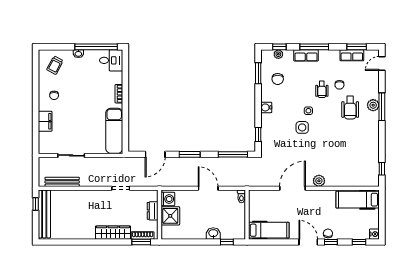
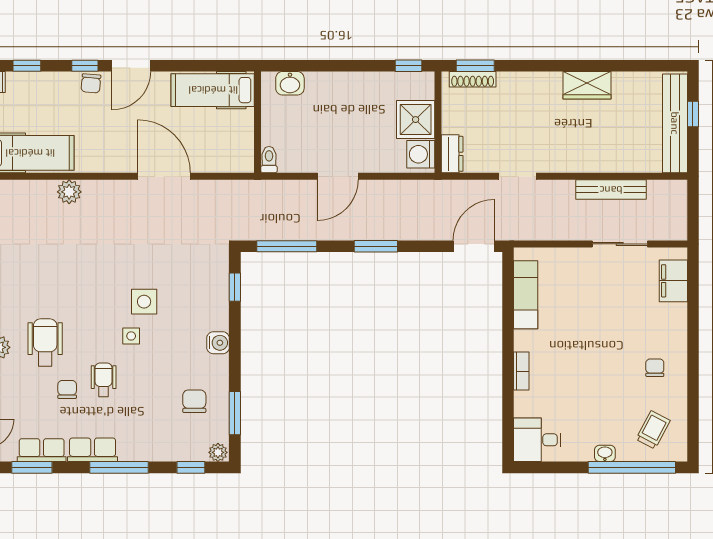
window: (96, 47) -> (632, 467), moved
plant: (278, 54) -> (218, 452), moved
row of seats: (306, 55) -> (93, 450), moved
filing cabinet: (45, 121) -> (673, 281), moved
exam couch: (114, 131) -> (526, 295), width x0.73, depth x0.69
door: (155, 154) -> (474, 246), moved
plant: (319, 181) -> (69, 192), moved
bench: (62, 182) -> (611, 190), moved
door: (208, 188) -> (338, 176), hinge flipped
door: (292, 188) -> (164, 176), swing flipped
window: (36, 204) -> (693, 114), moved
dresser: (153, 211) -> (452, 154), moved
wardrobe: (113, 233) -> (587, 85), moved, width x0.67
washbasin: (213, 233) -> (290, 83), moved
window: (227, 242) -> (408, 66), moved
door: (308, 242) -> (131, 66), hinge flipped

